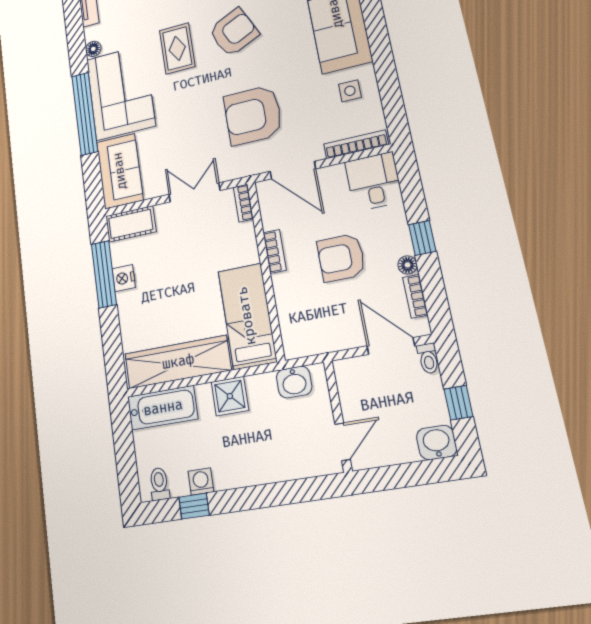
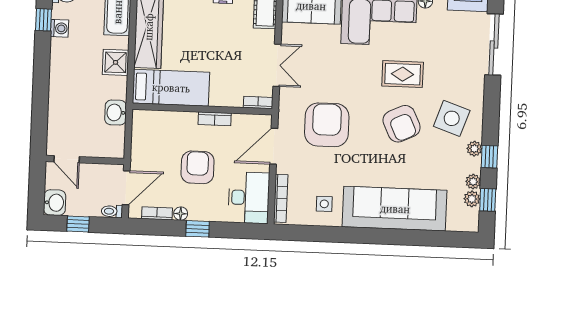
desk: (374, 181) -> (249, 198), width x1.37
wall: (338, 416) -> (85, 160), moved
door: (343, 442) -> (67, 159), moved

